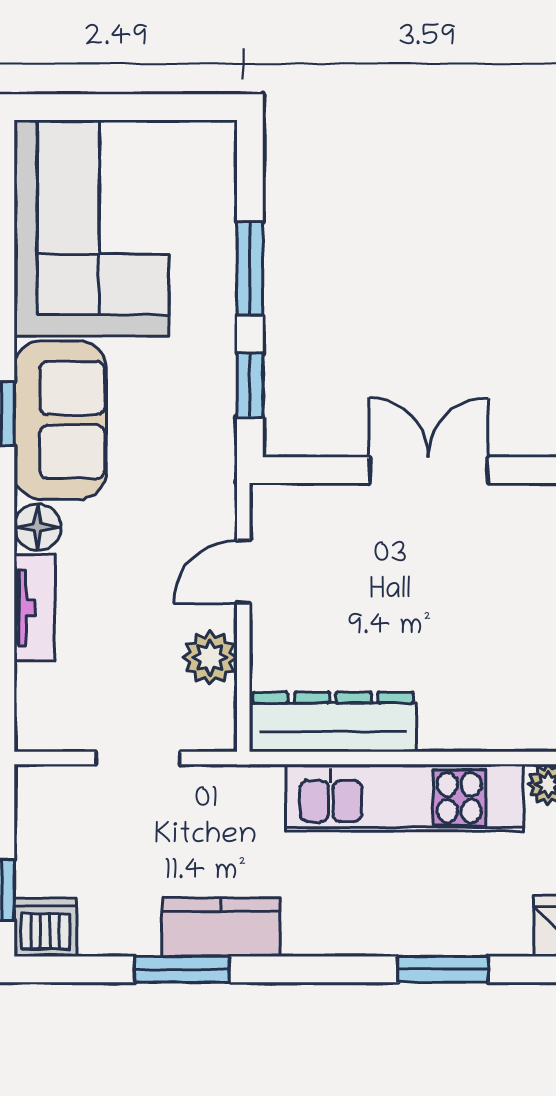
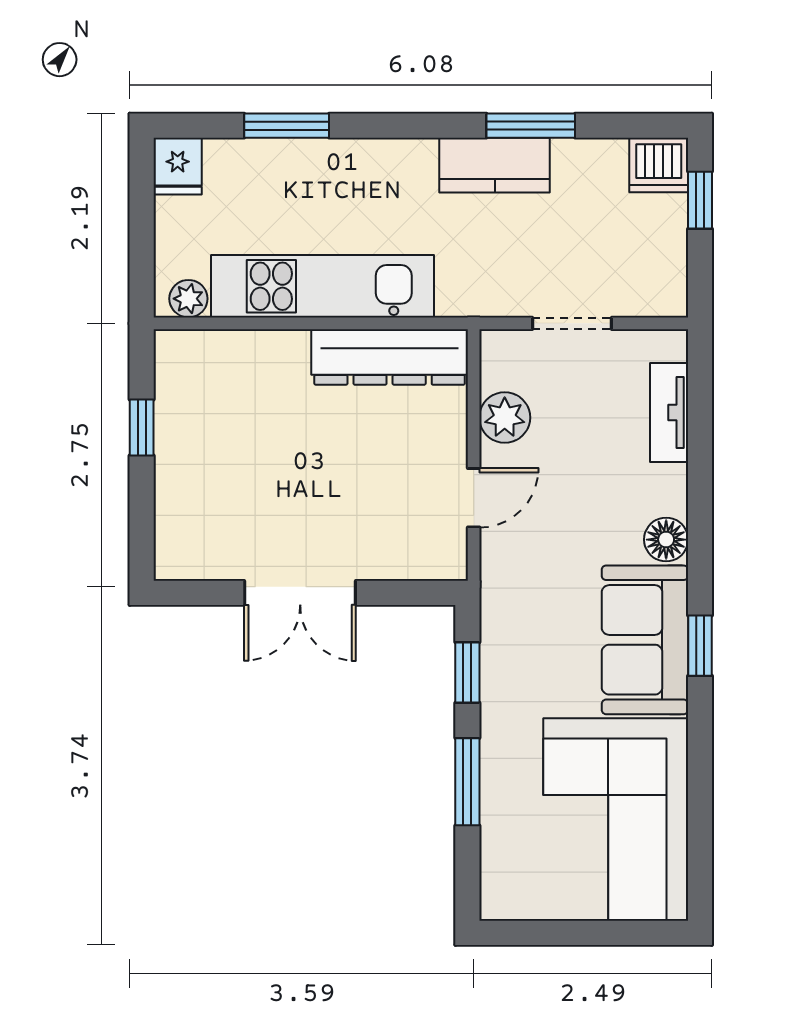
tv unit: (34, 608) -> (669, 413), moved

